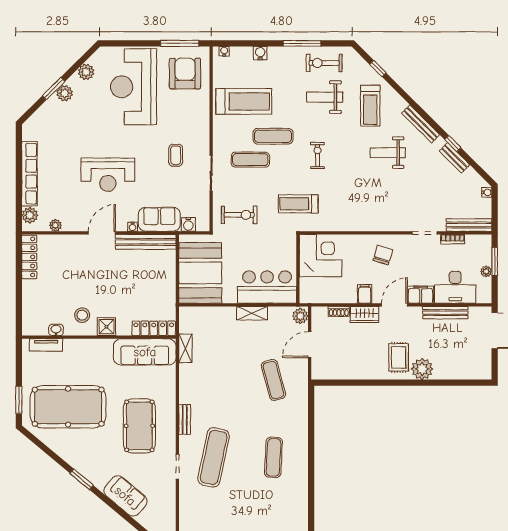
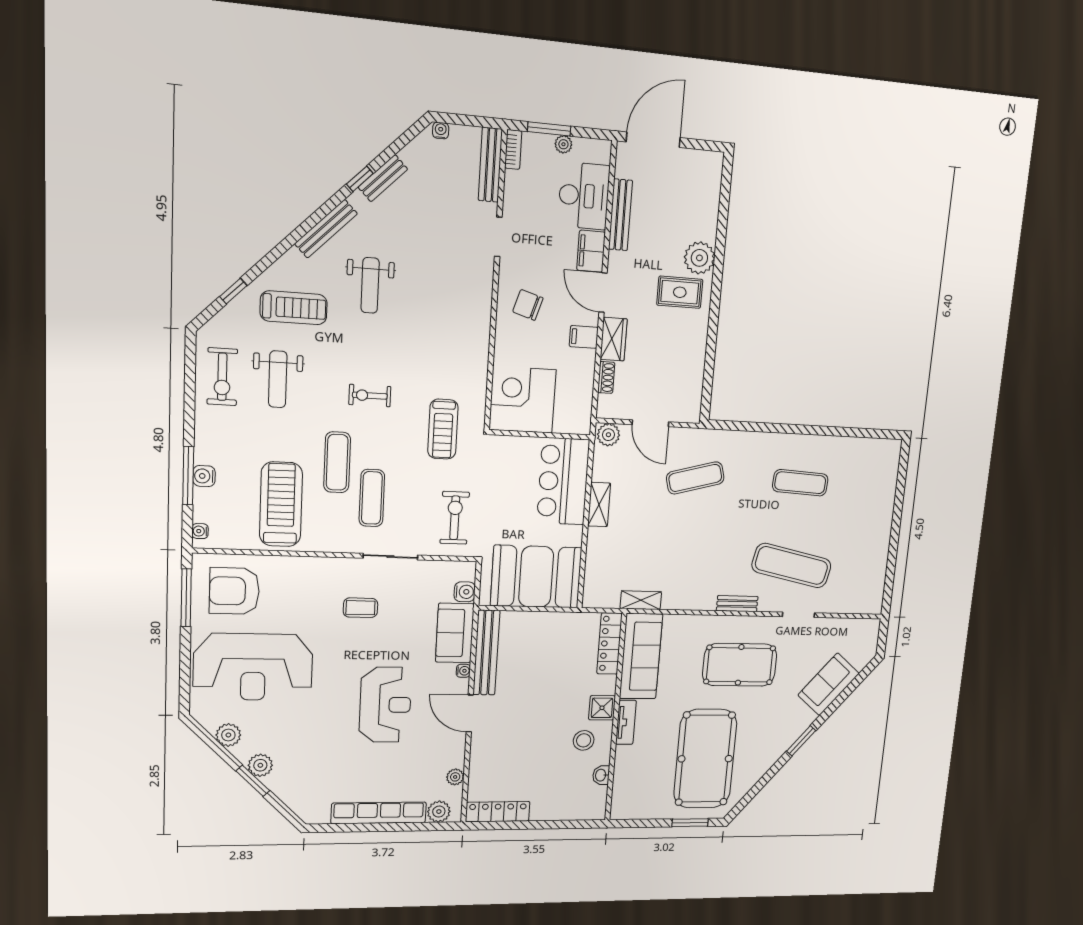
window: (302, 43) -> (188, 476), moved
bookcase: (453, 239) -> (513, 149), moved
tv unit: (46, 345) -> (626, 722), moved

